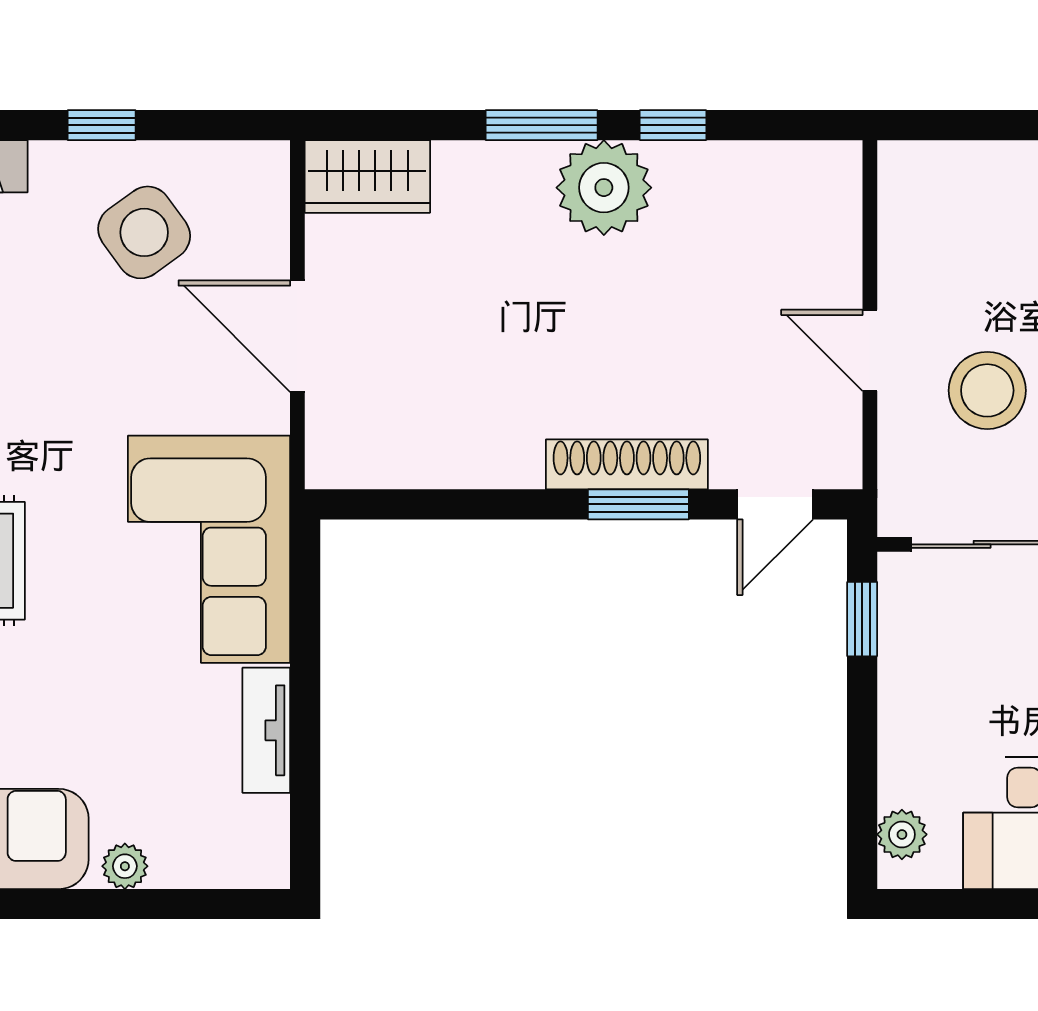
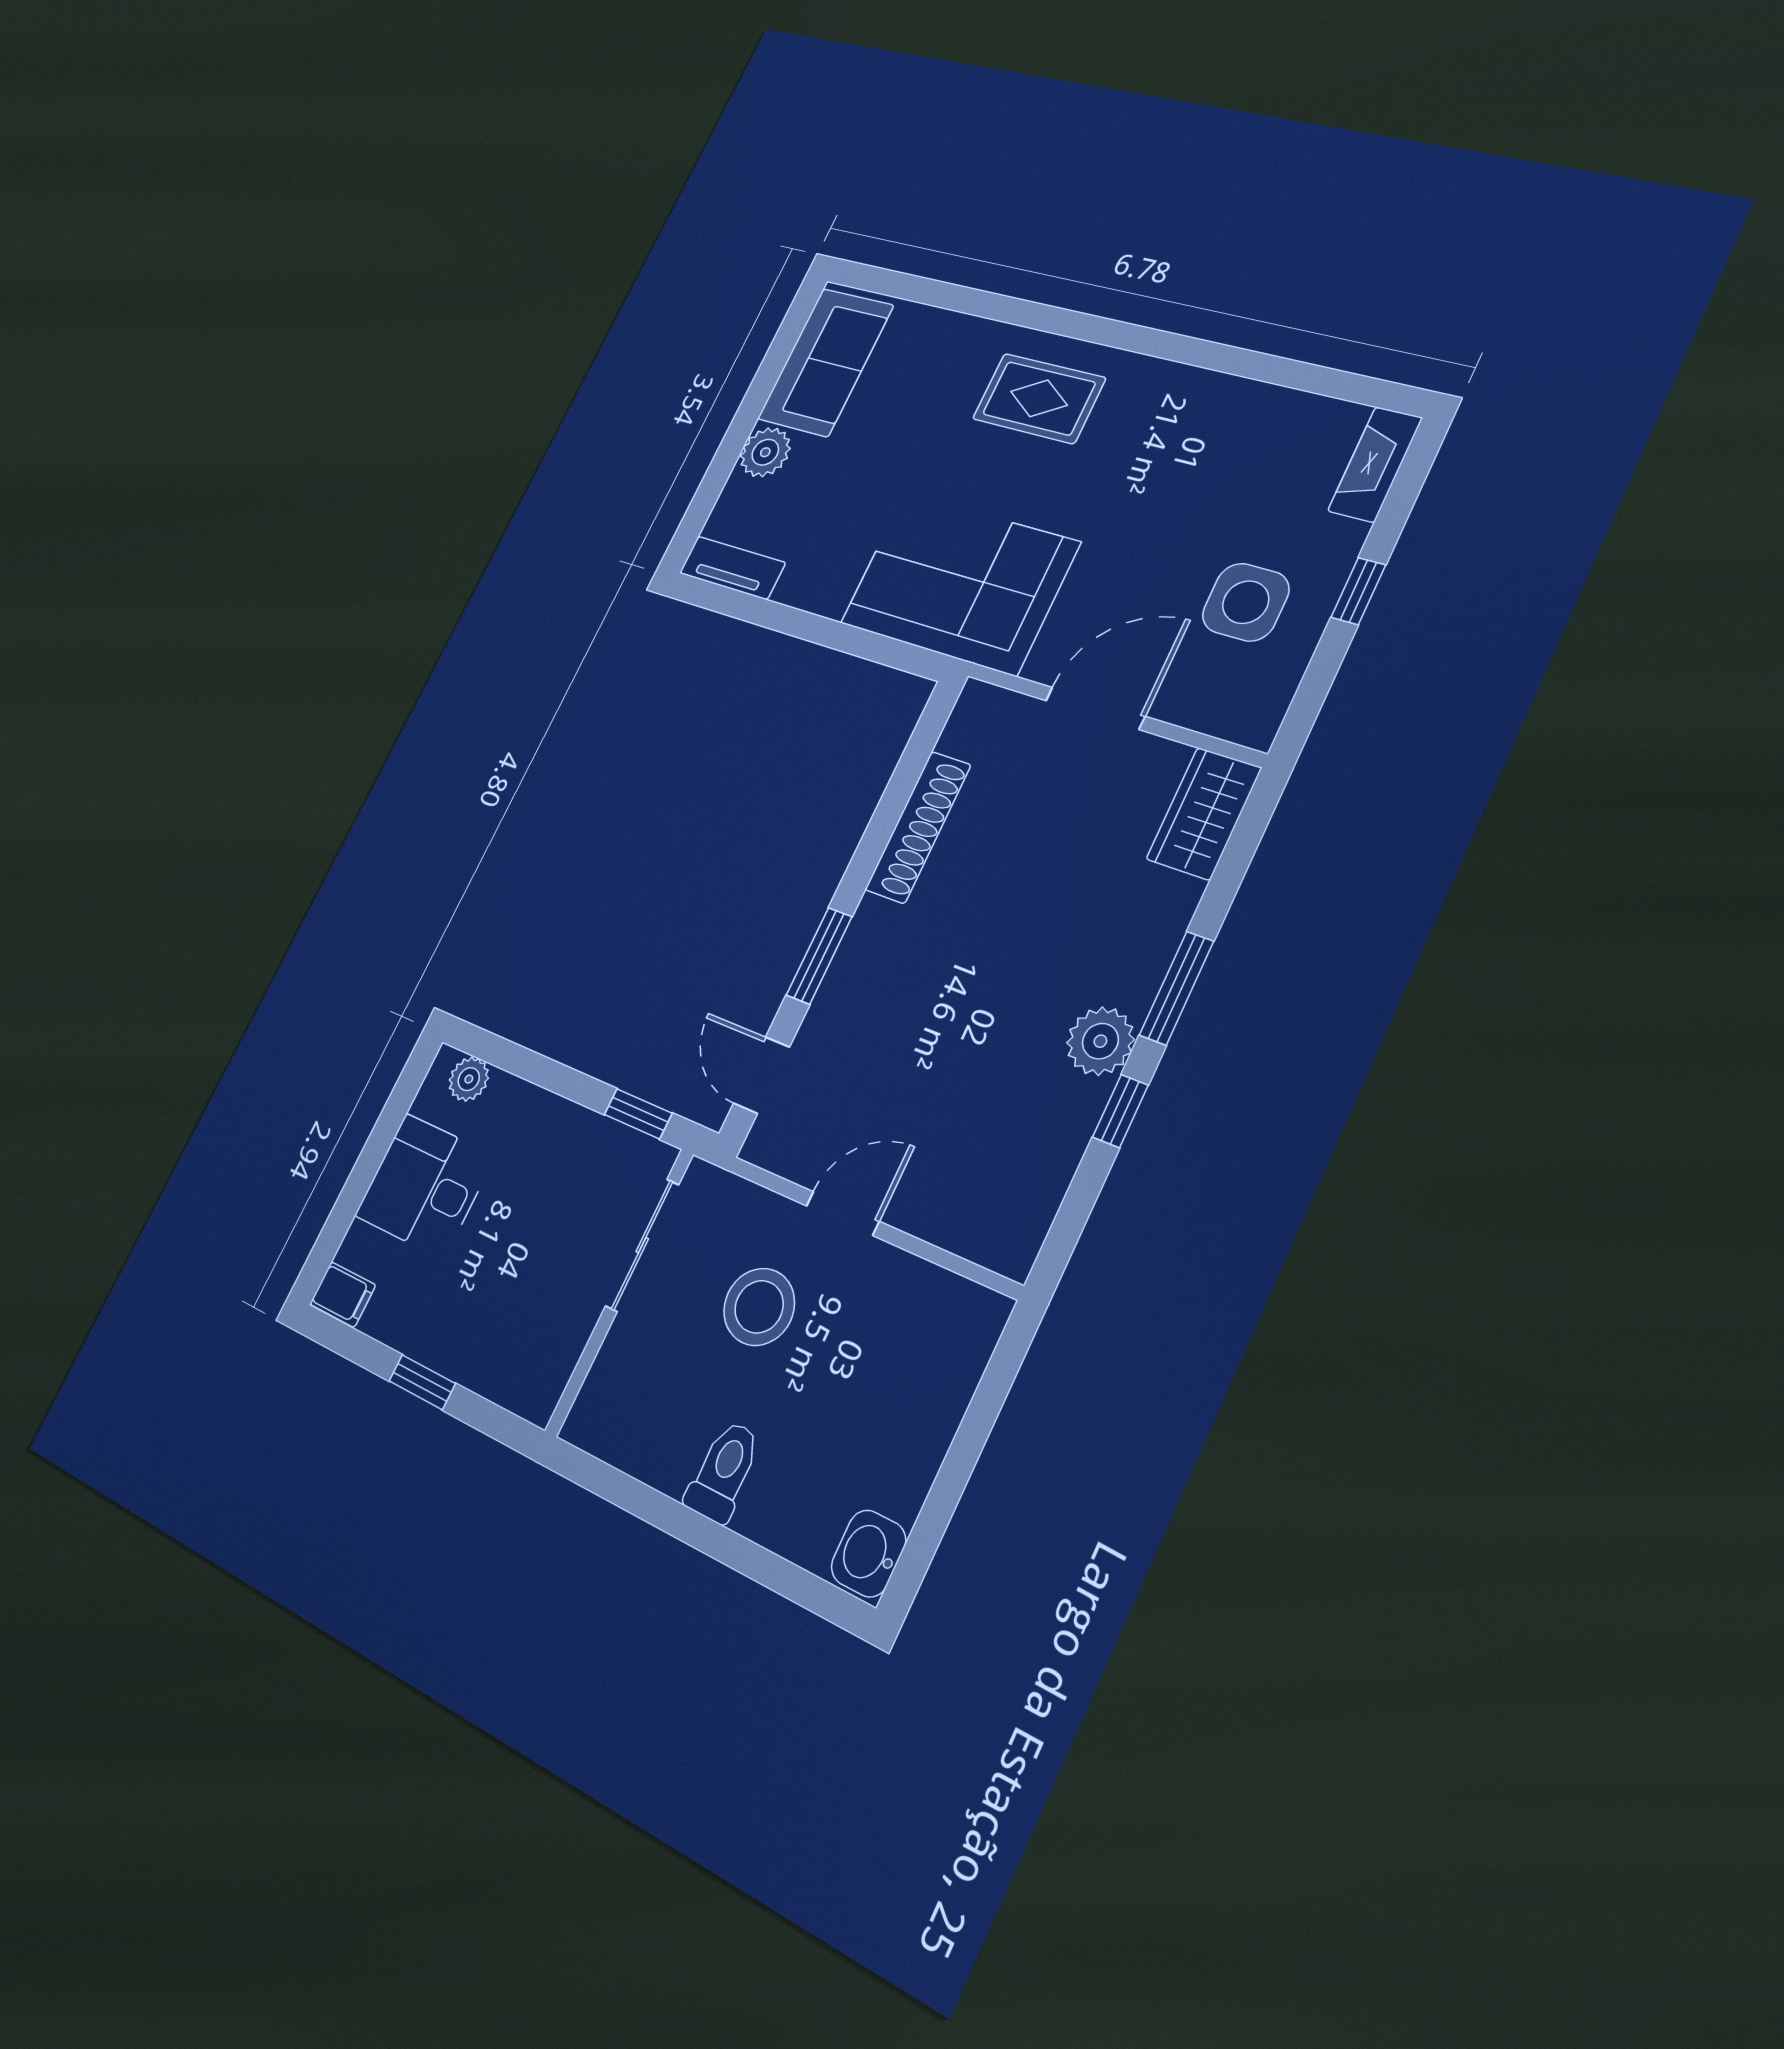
plant: (604, 188) -> (1100, 1041), width x0.73, depth x0.73
side table: (144, 232) -> (1246, 602), turned 36
shoe rack: (627, 464) -> (918, 827), moved
tv unit: (266, 730) -> (732, 568), moved
plant: (125, 866) -> (765, 452), width x1.38, depth x1.38

